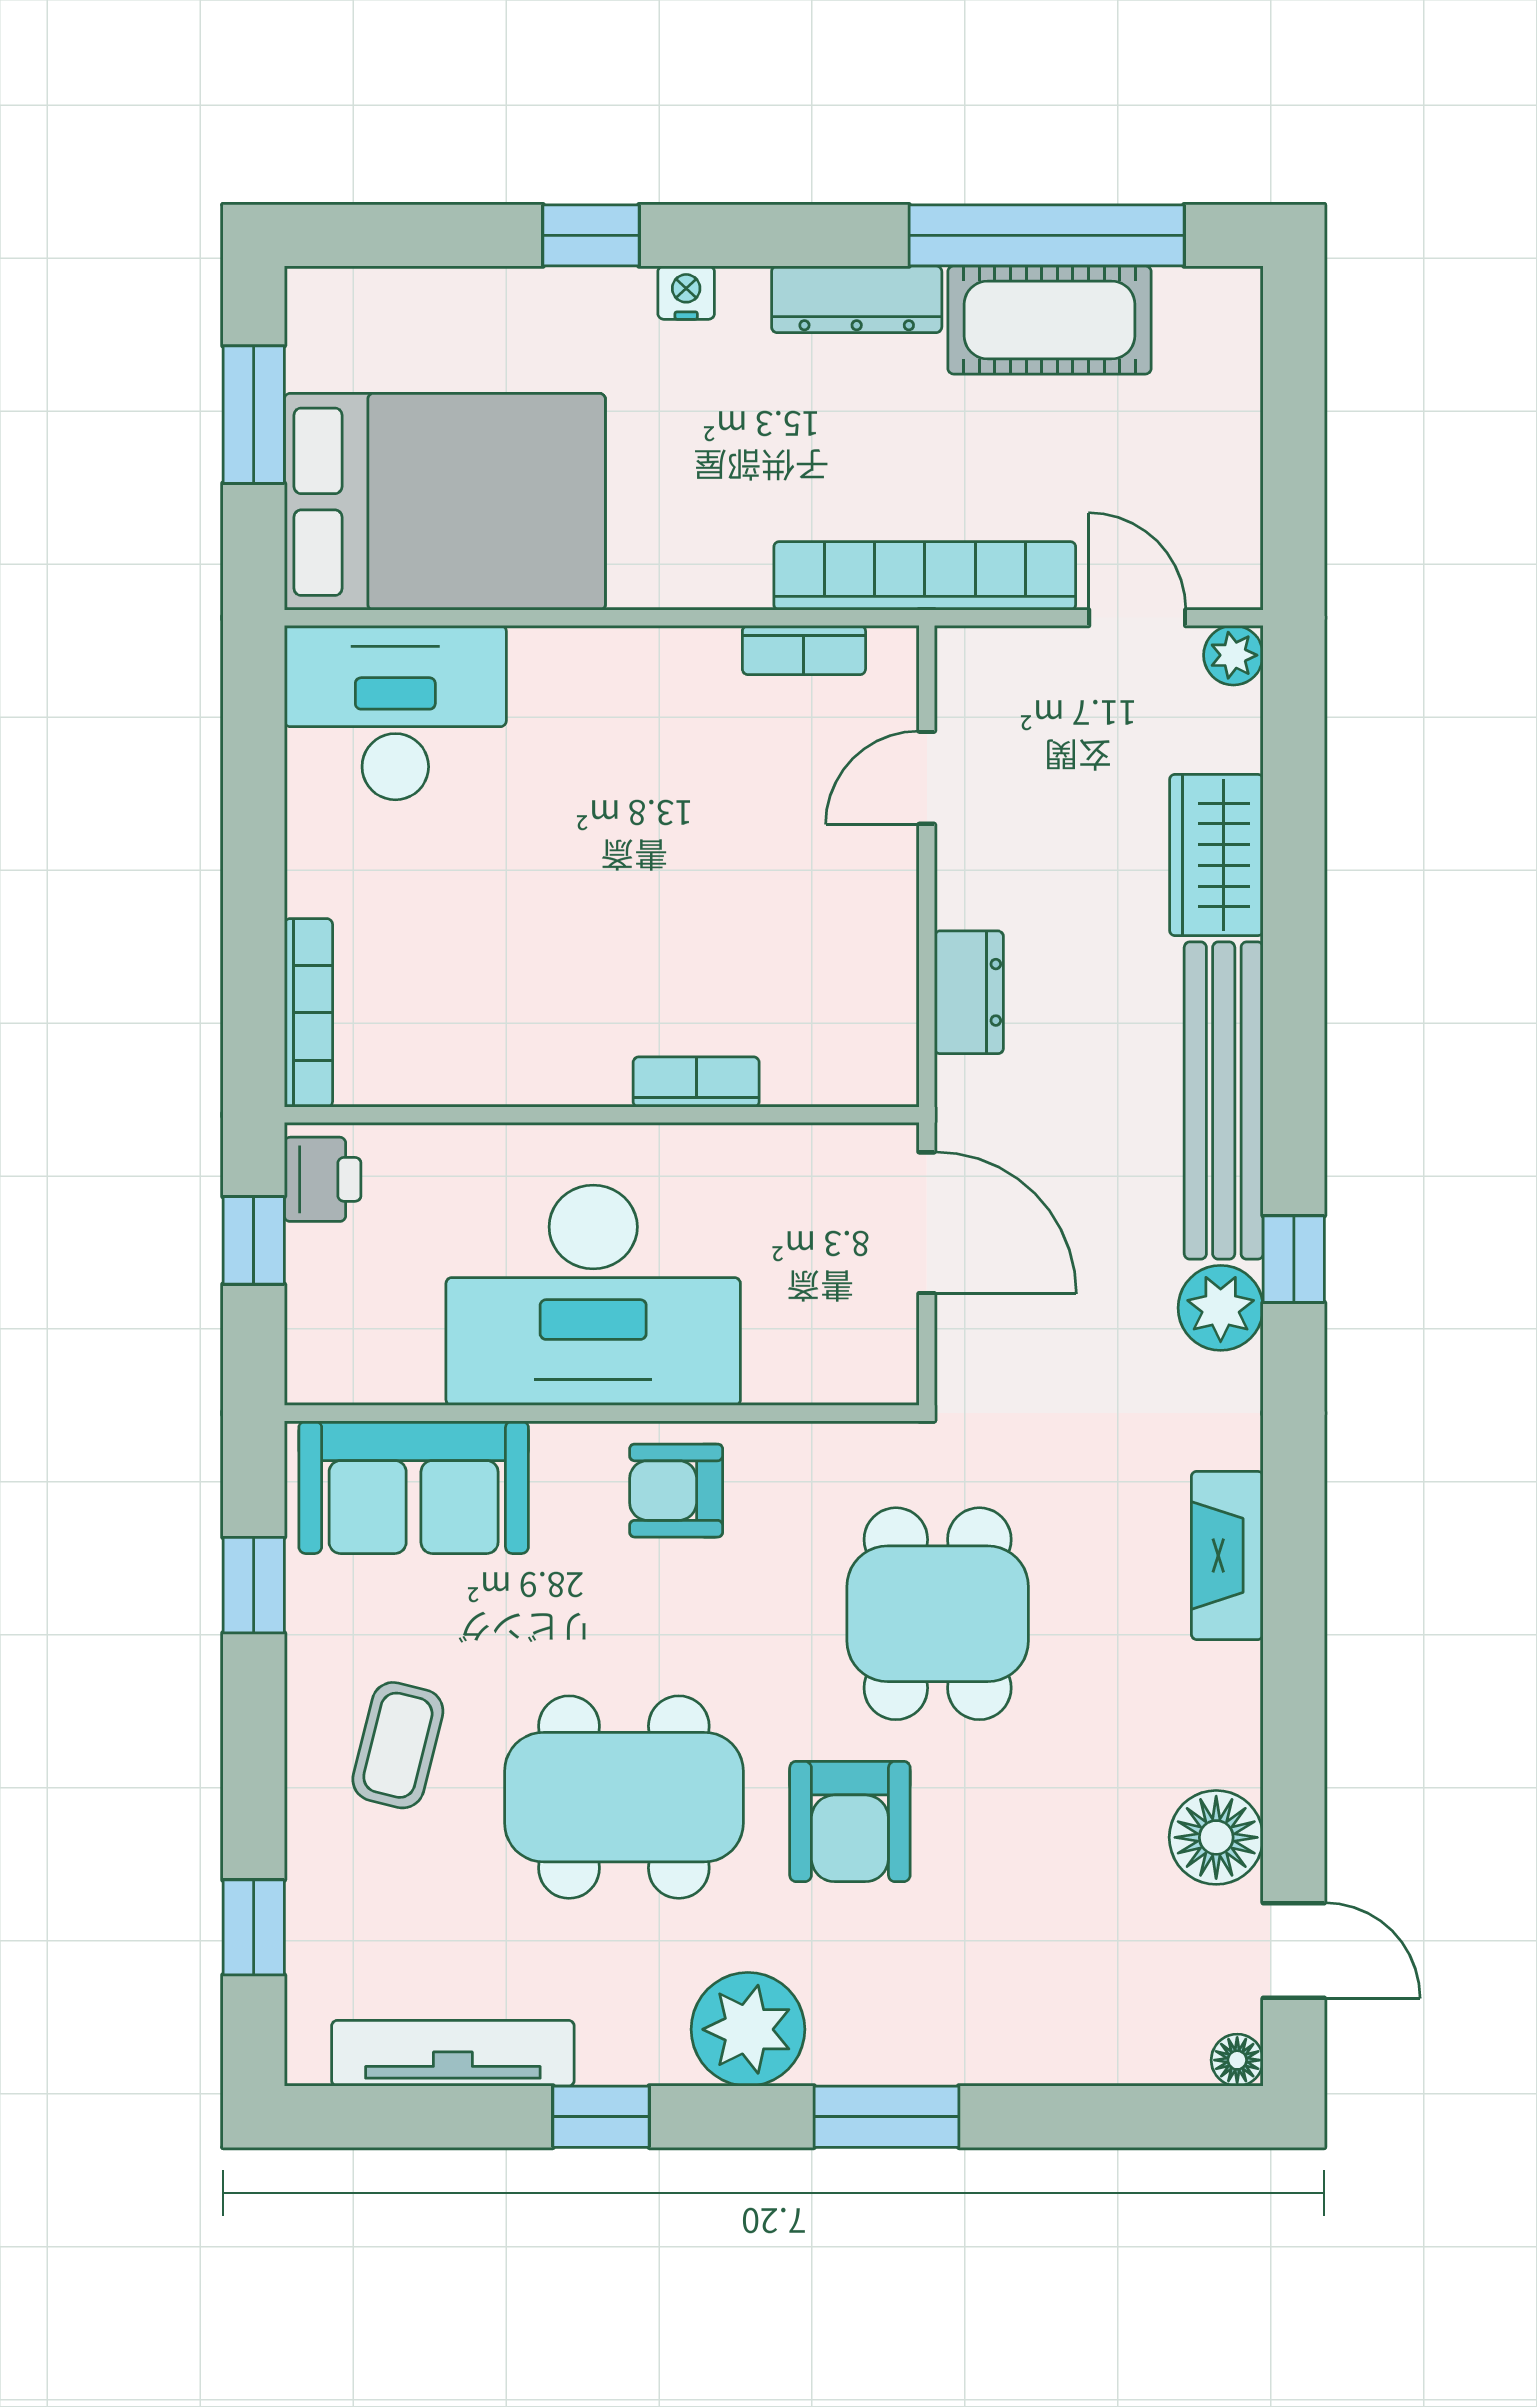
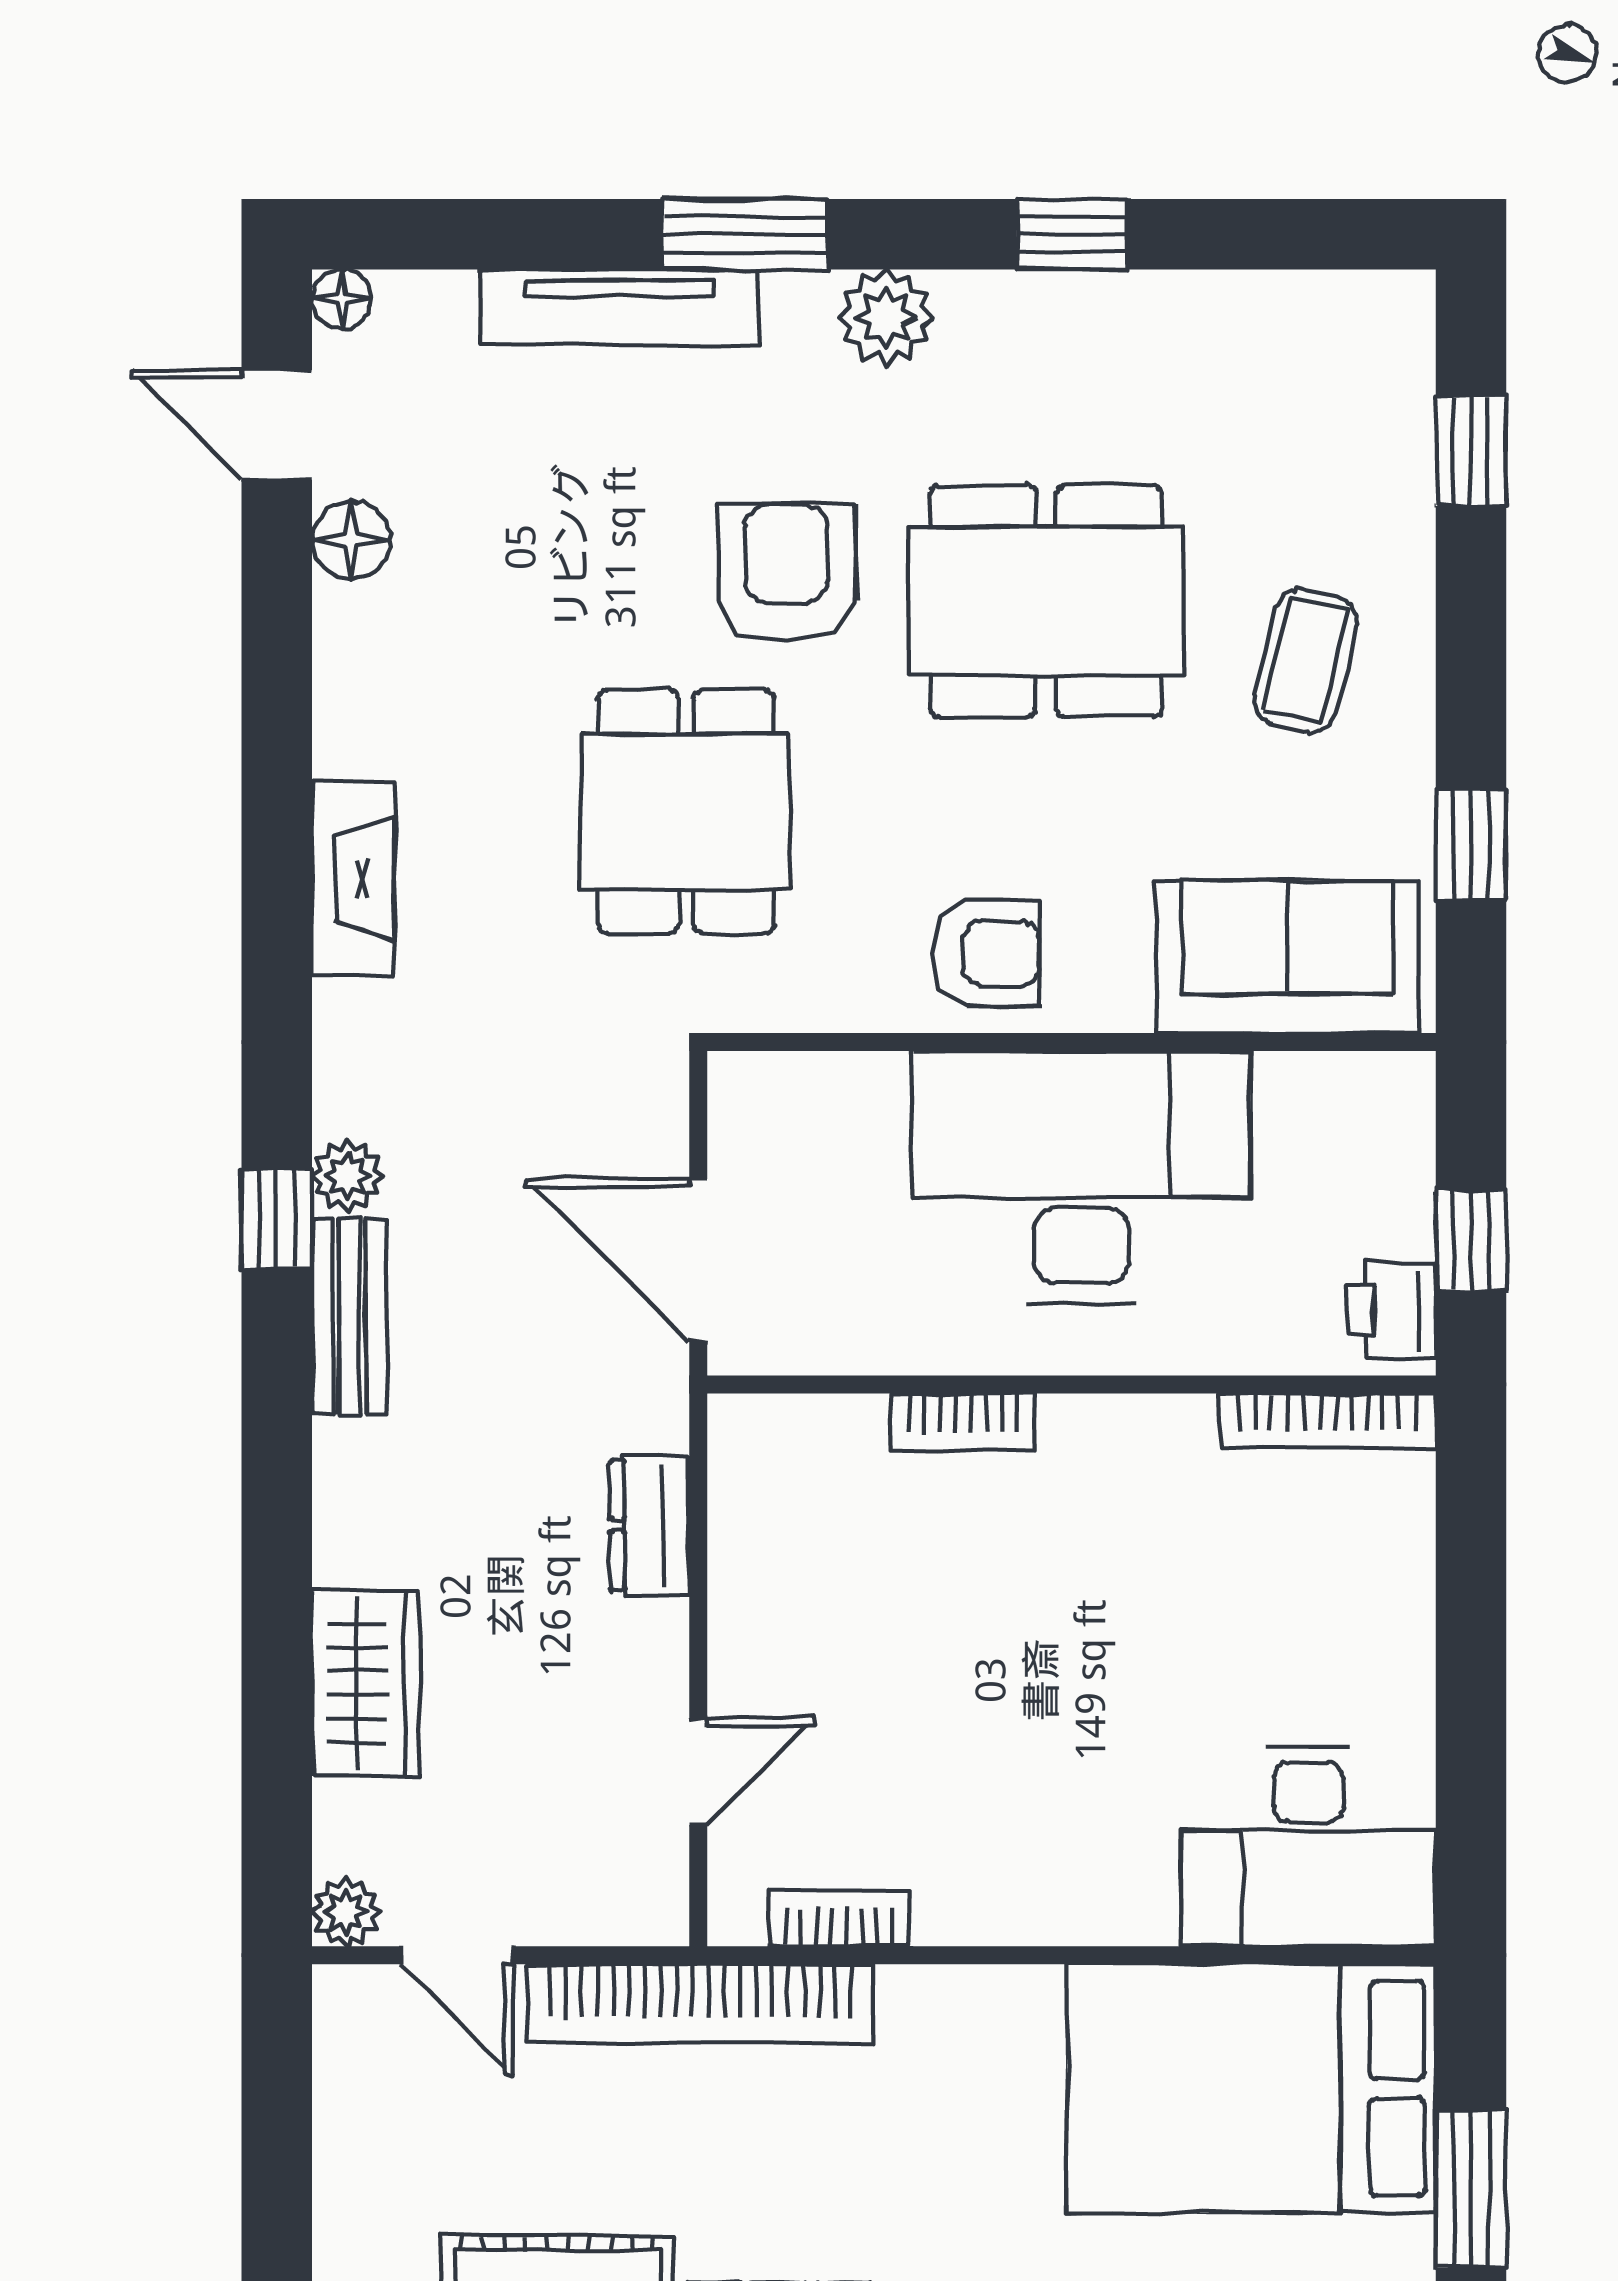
bookcase: (308, 1013) -> (1328, 1421), moved, turned -90
bench: (1224, 1101) -> (349, 1316), width x0.54, depth x0.82
plant: (1221, 1308) -> (347, 1176), width x0.73, depth x0.73
floor lamp: (1216, 1837) -> (351, 540), width x0.73, depth x0.73
plant: (748, 2029) -> (886, 317), width x0.73, depth x0.73
tv unit: (453, 2053) -> (620, 307), moved

